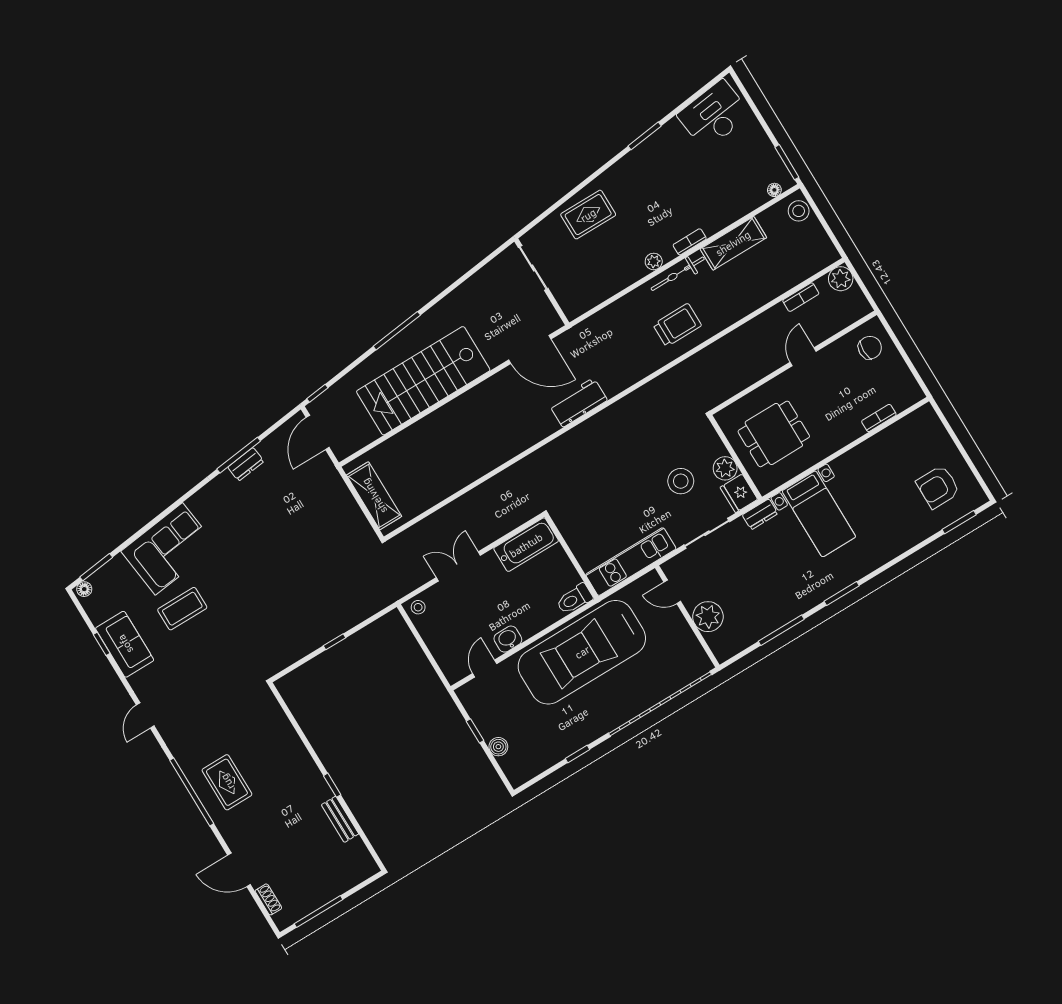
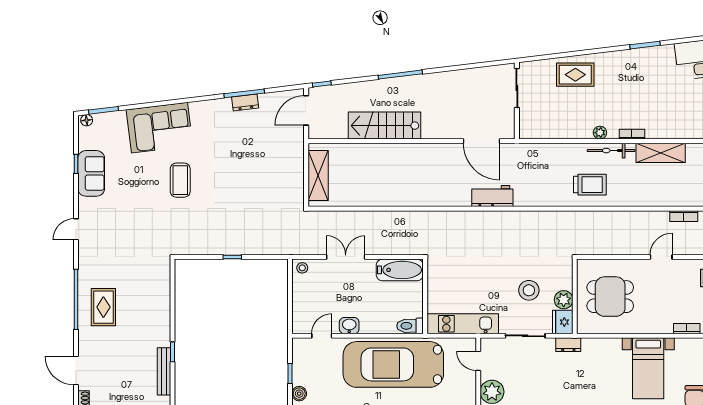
stairs: (423, 381) -> (384, 126), width x0.73, depth x0.66
bed with nightstands: (819, 514) -> (648, 368), moved
coffee table: (182, 609) -> (180, 180), moved, turned 90
bench: (340, 819) -> (164, 371), width x1.36

